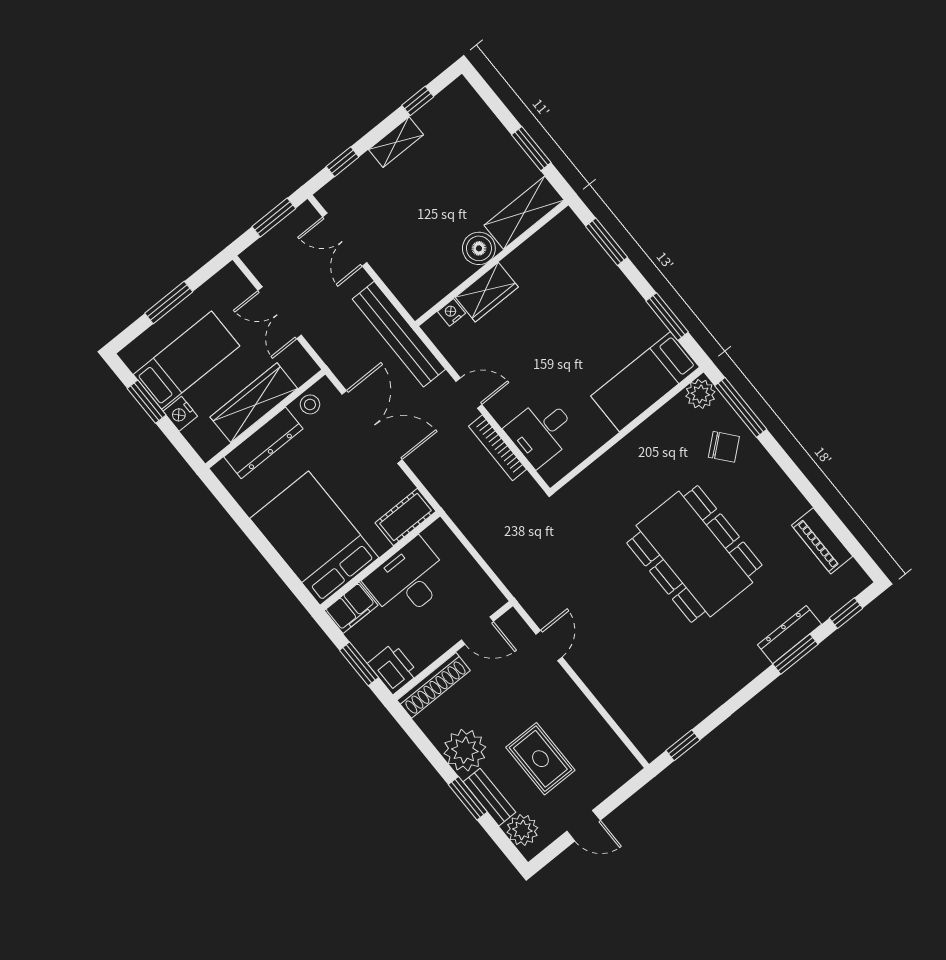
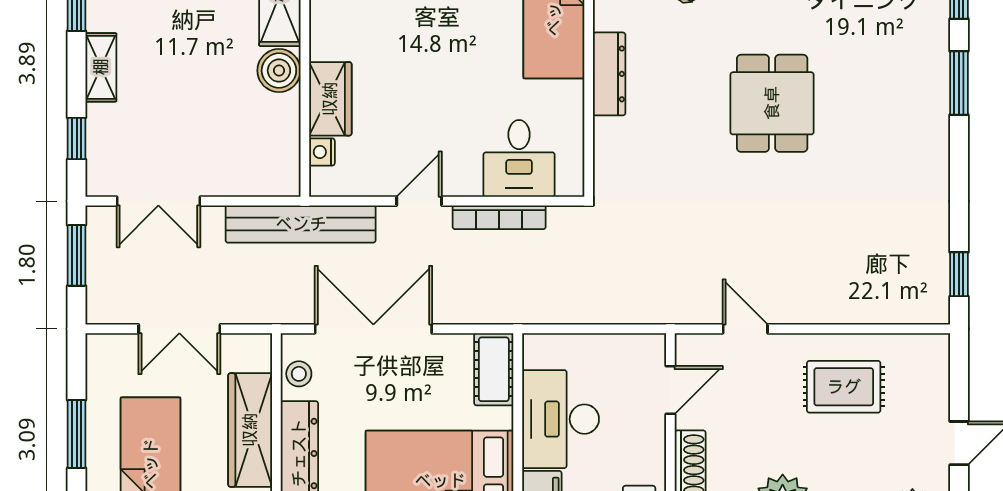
dining table: (694, 554) -> (772, 103), width x0.53, depth x0.80
dresser: (789, 635) -> (609, 74), moved, turned 180
rug: (540, 759) -> (844, 387), moved

